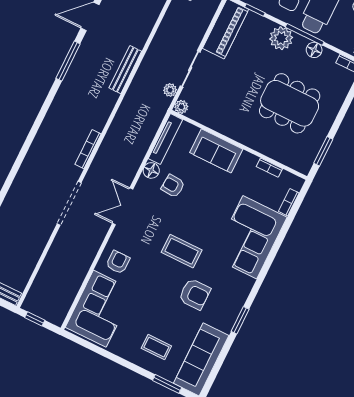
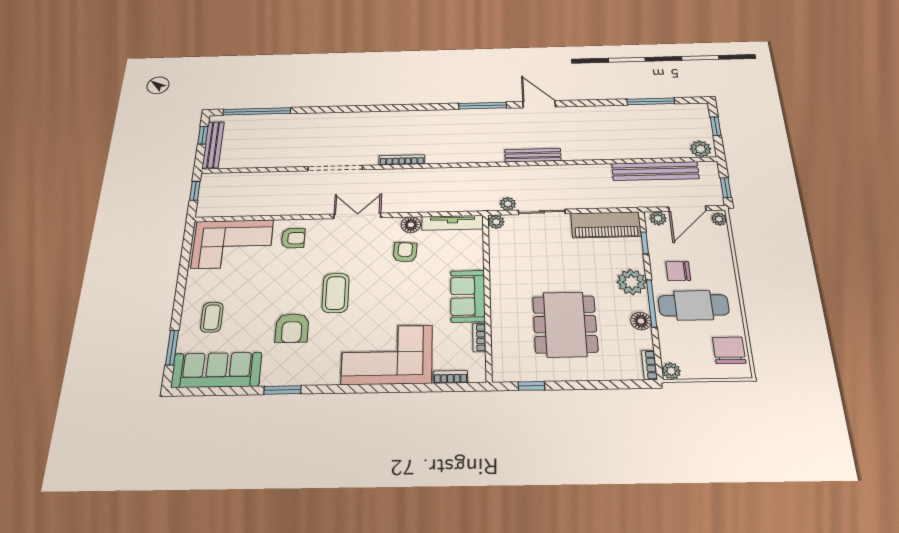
bench: (125, 70) -> (533, 155), moved
sofa: (216, 151) -> (468, 296), moved
window: (323, 151) -> (531, 386), width x0.67

